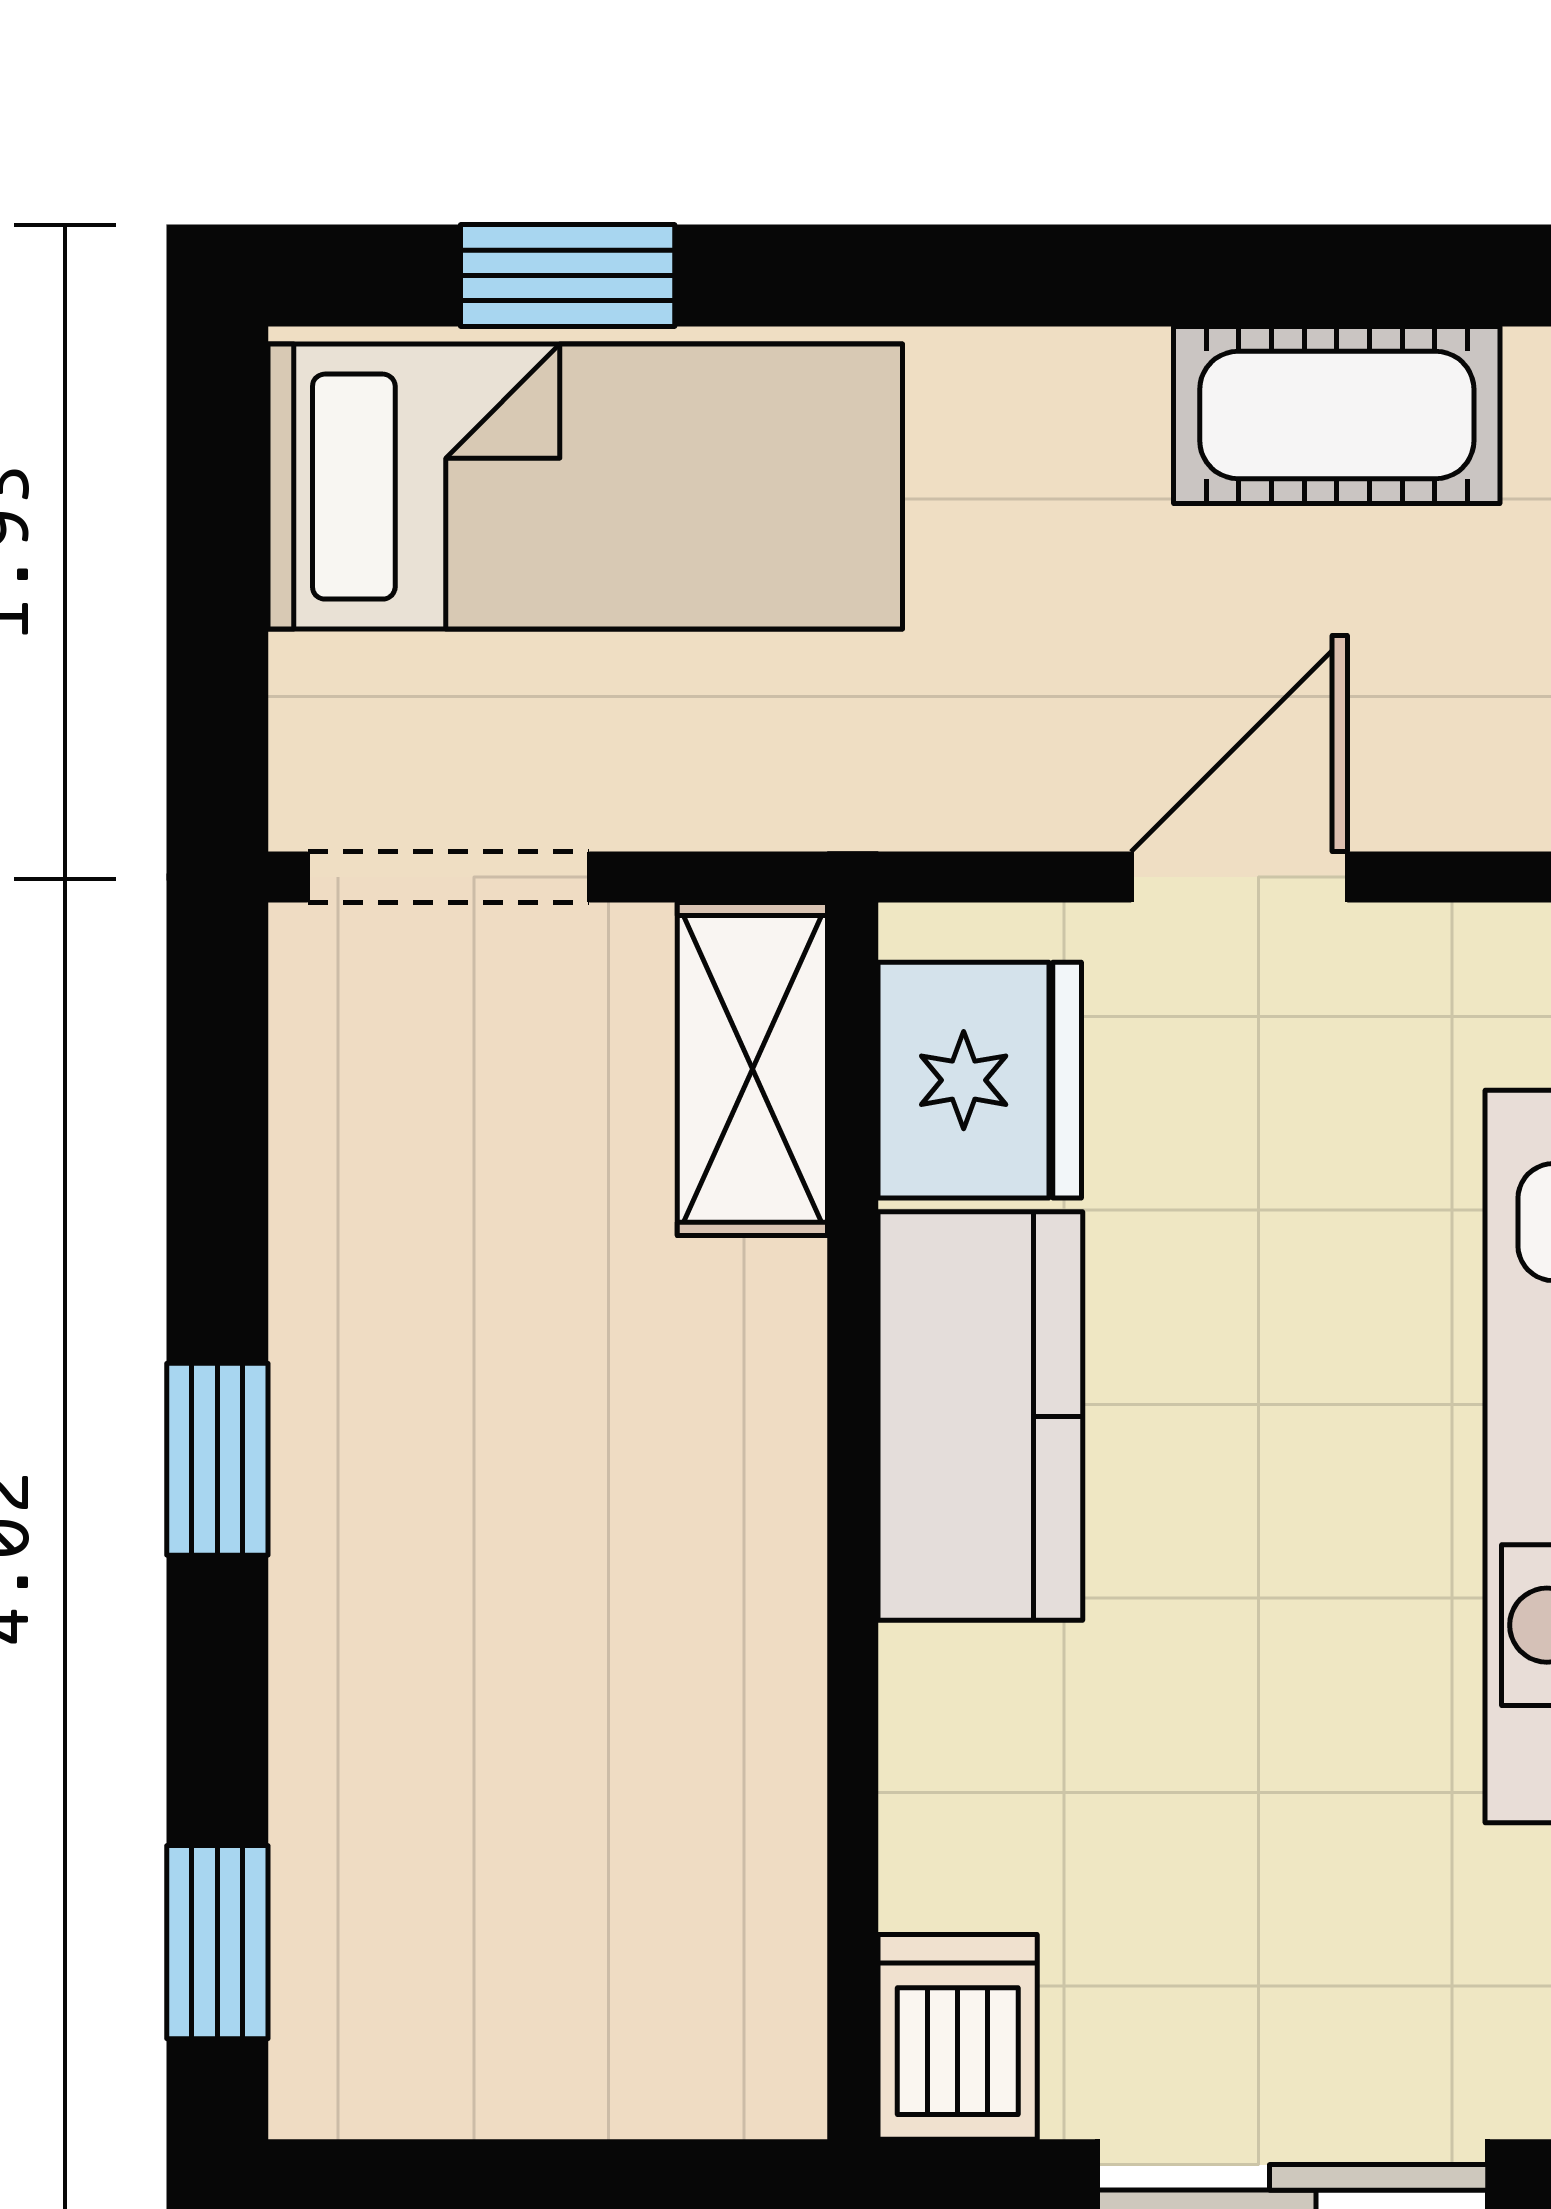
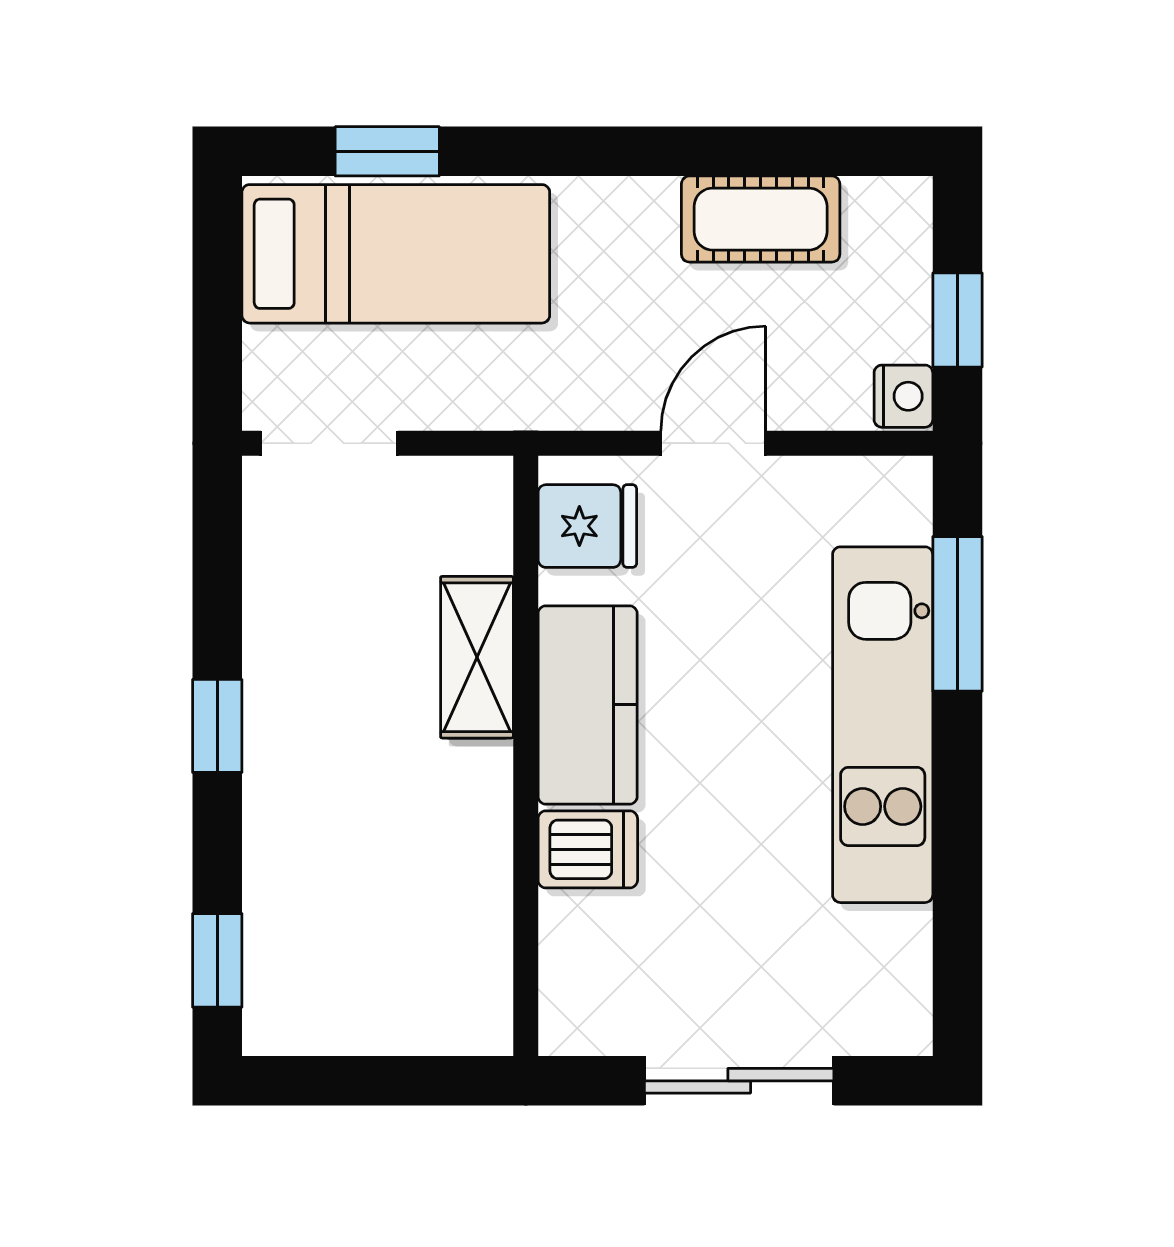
shelving: (752, 1069) -> (477, 657), moved
fridge: (980, 1080) -> (587, 526), width x0.72
dishwasher: (958, 2037) -> (588, 849), moved, turned 90

